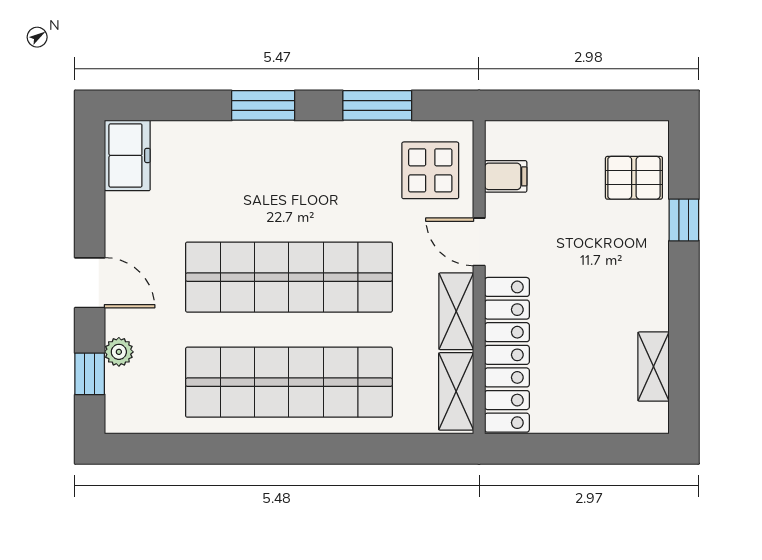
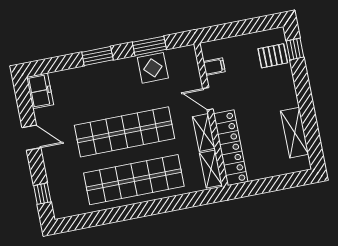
display table: (430, 170) -> (153, 68), moved
window: (684, 220) -> (295, 49), moved
door: (90, 283) -> (31, 138), moved
plant: (119, 352) -> (54, 181), removed
shelving: (654, 367) -> (295, 133), width x1.50, depth x1.33

